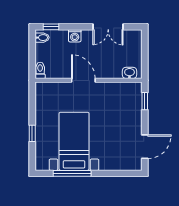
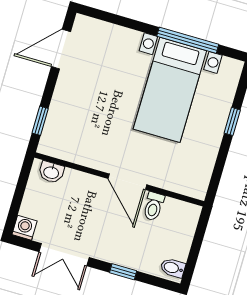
window: (51, 27) -> (123, 272), moved
double door: (108, 27) -> (64, 255), swing flipped
washing machine: (75, 36) -> (24, 228), moved
toilet: (40, 70) -> (154, 206), moved

